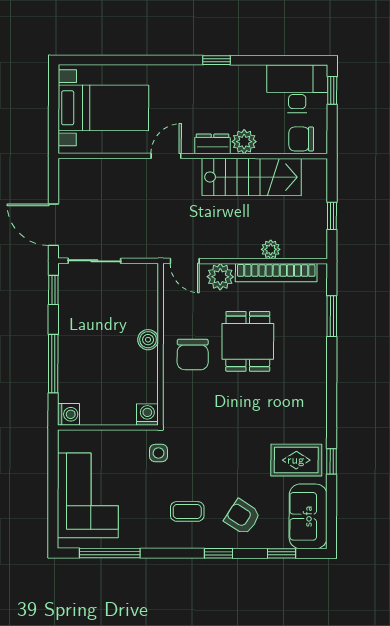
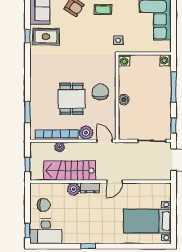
plant: (244, 142) -> (74, 189), moved
dresser: (213, 144) -> (90, 188), moved
door: (166, 156) -> (114, 182), moved
wall: (193, 156) -> (100, 182), moved
stairs: (252, 177) -> (70, 171), moved

